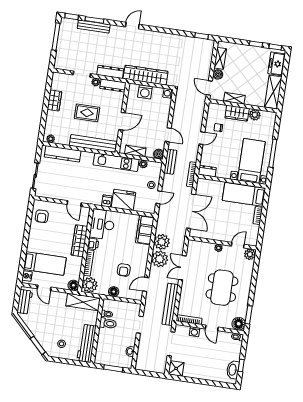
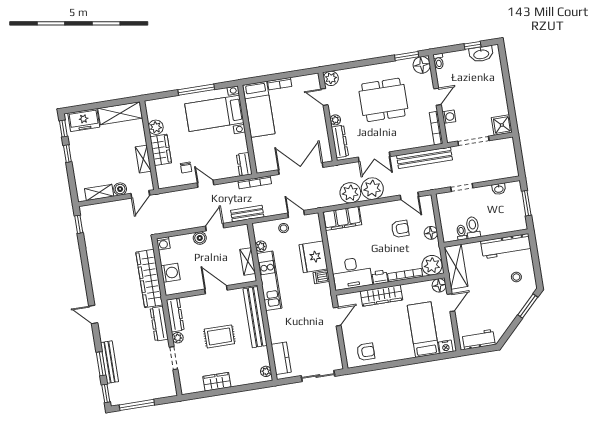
rug: (87, 113) -> (219, 336), turned 90
kitchen counter: (63, 154) -> (281, 358), width x0.67
boiler: (159, 154) -> (200, 238), moved
dresser: (202, 246) -> (340, 141), added
door: (44, 288) -> (451, 303), moved

